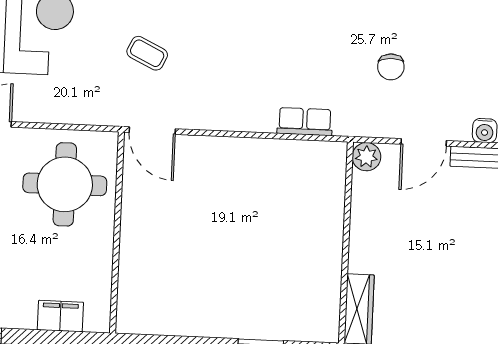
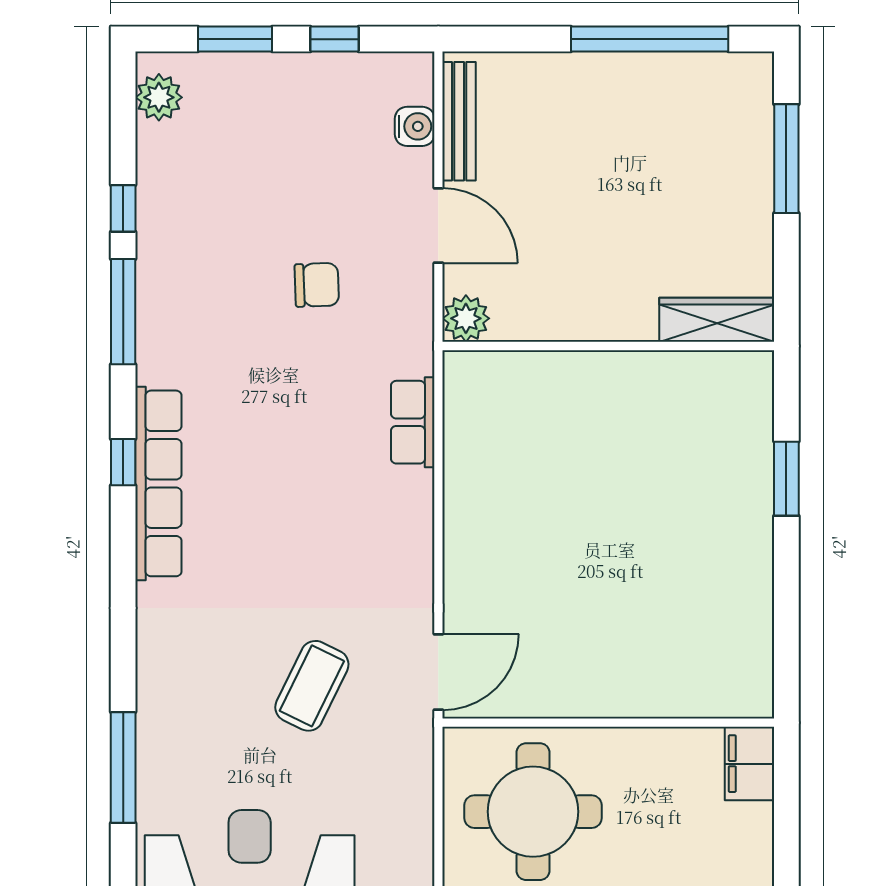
coffee table: (147, 53) -> (312, 686), width x1.36, depth x1.30
filing cabinet: (60, 316) -> (749, 764), moved

